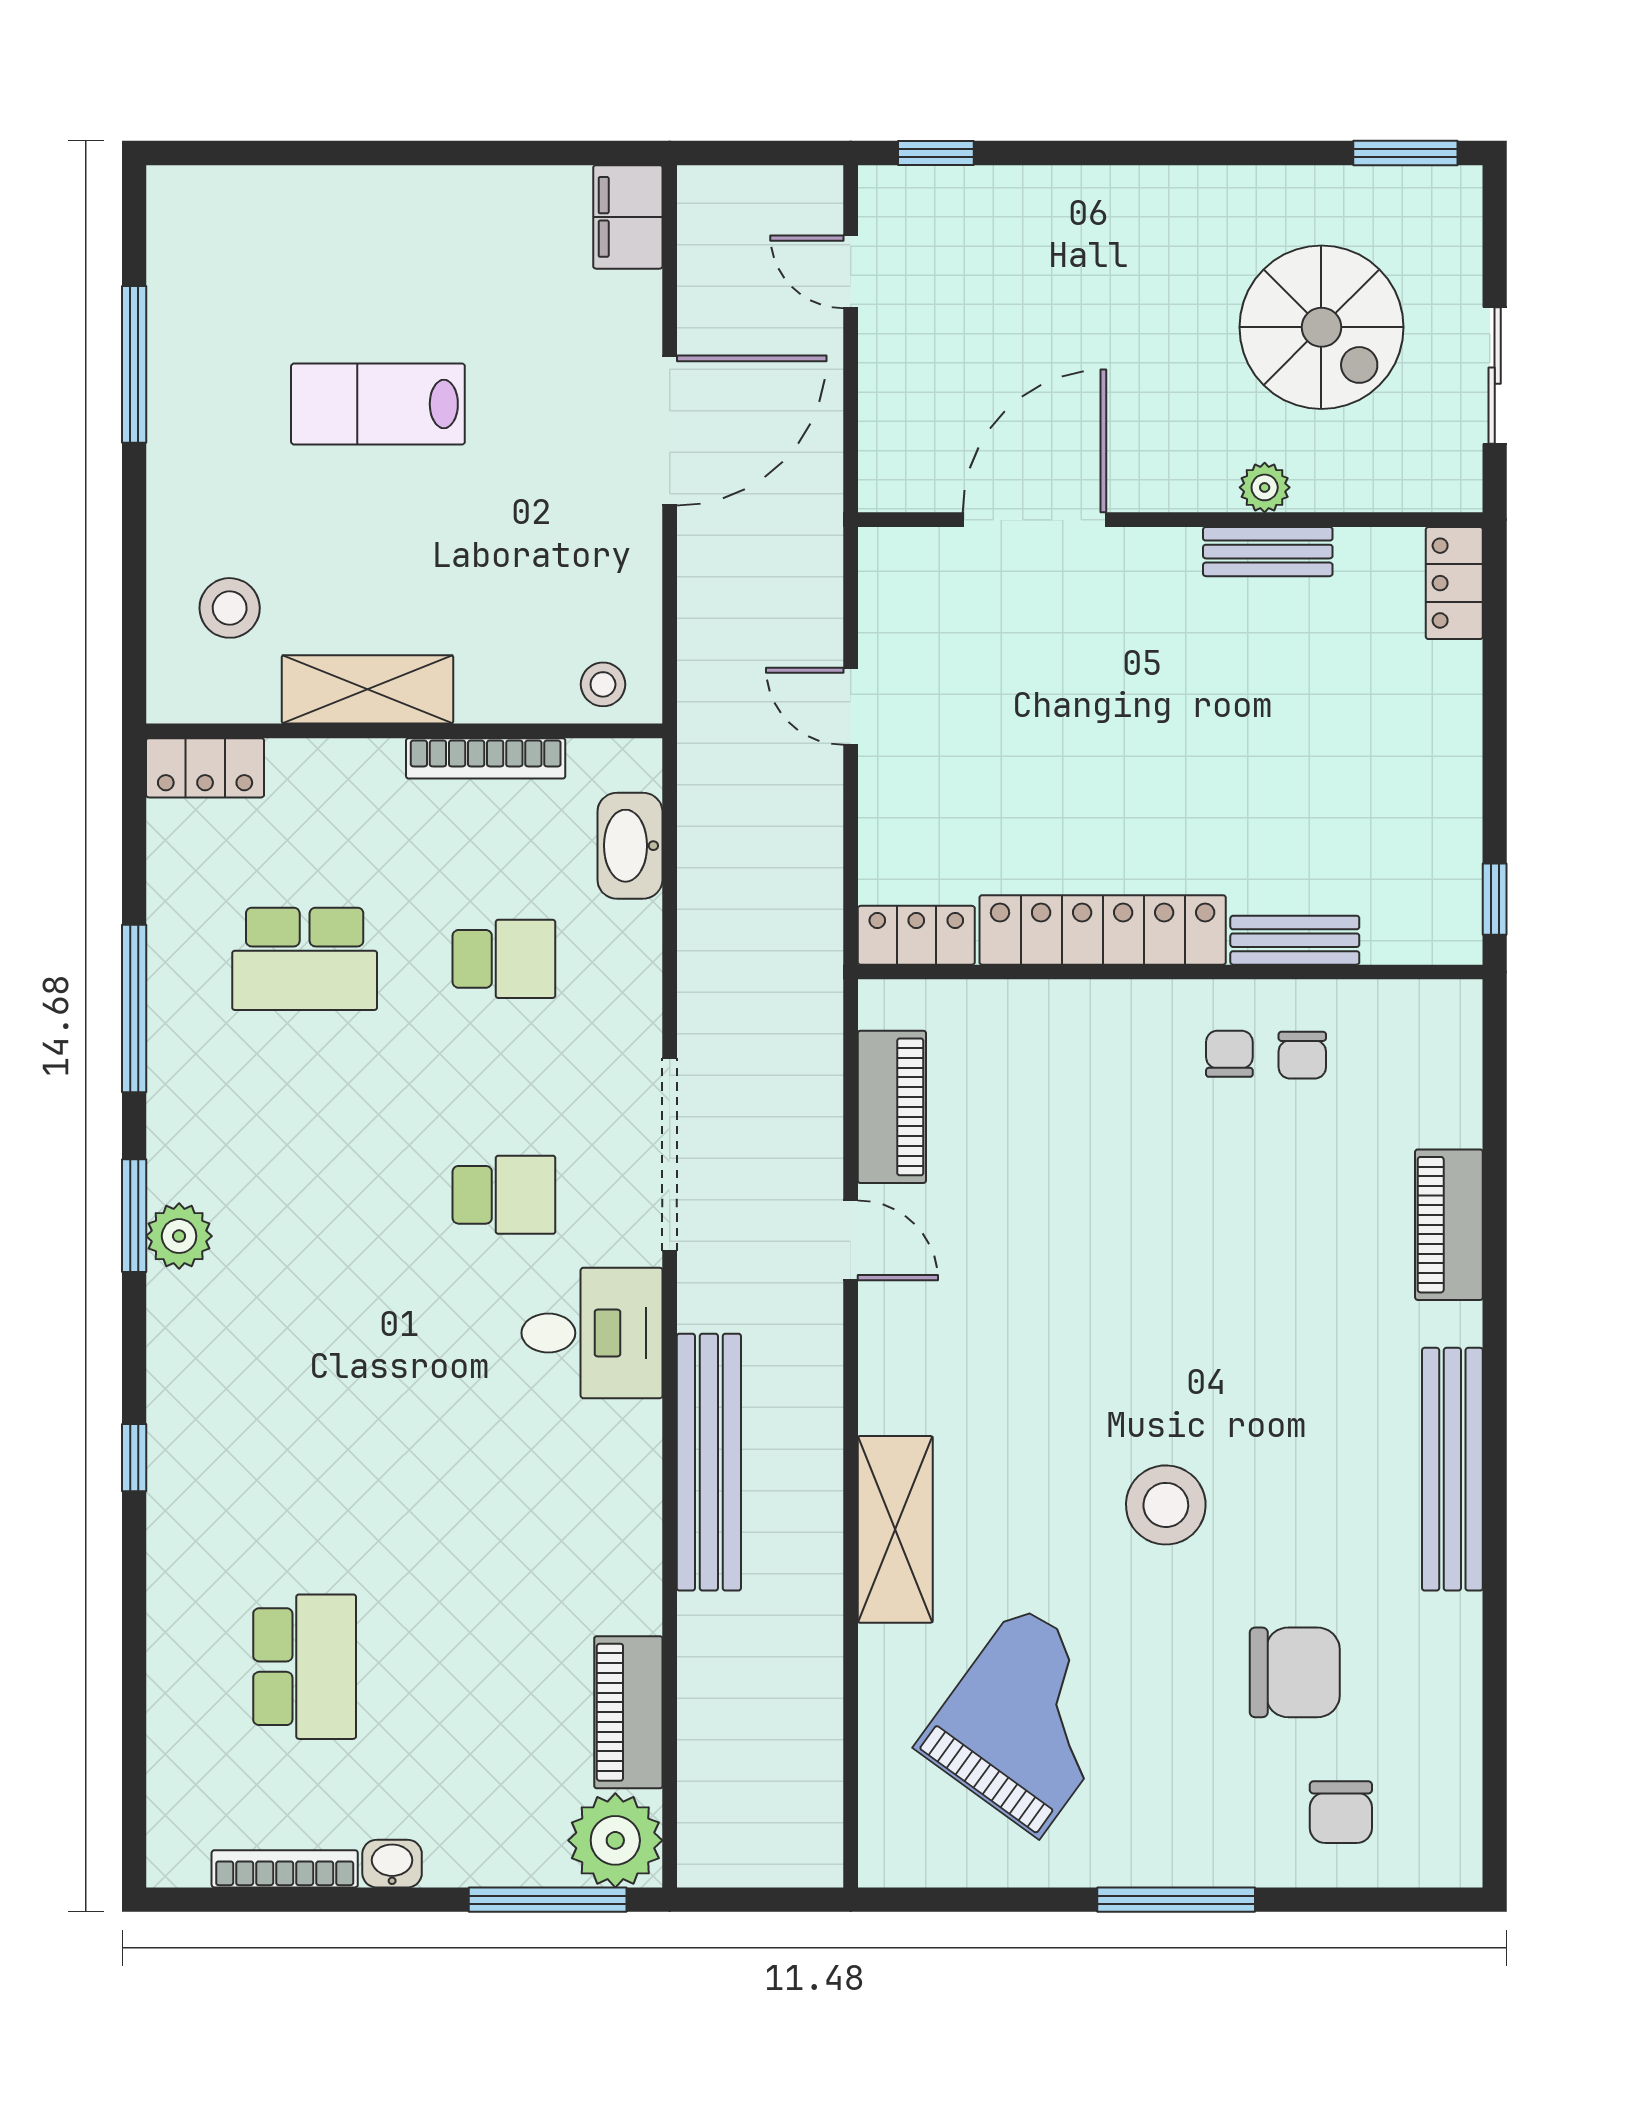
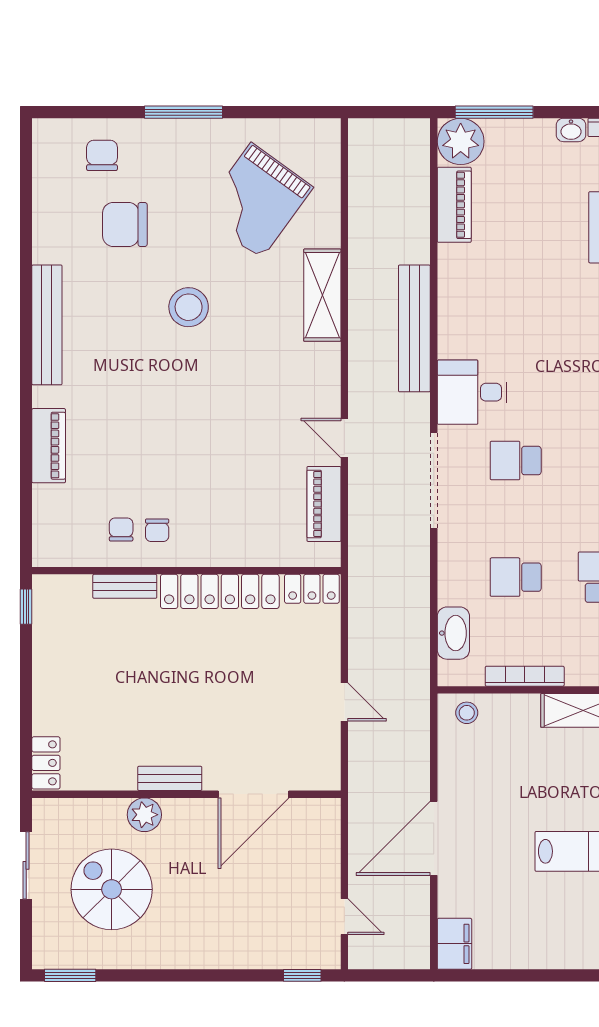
plant: (1265, 487) -> (144, 815), width x1.38, depth x1.38
bench: (1268, 552) -> (170, 778), moved

